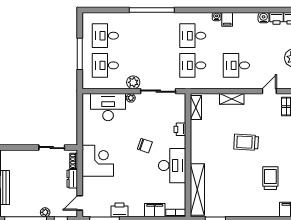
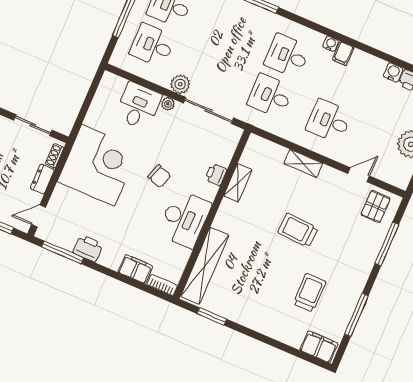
desk: (108, 107) -> (138, 106), width x0.73
shelving: (196, 108) -> (238, 183), moved
corner desk: (98, 161) -> (98, 165), width x1.36, depth x1.36

